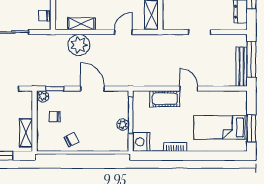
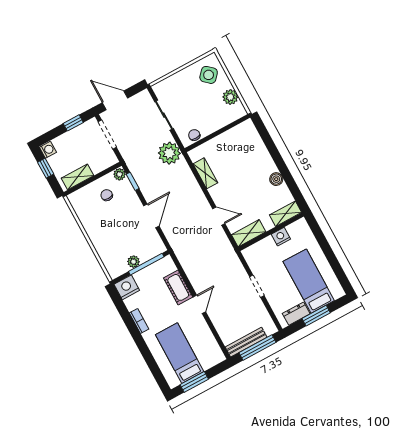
plant: (79, 45) -> (169, 153), moved
chair: (72, 140) -> (94, 222), removed

